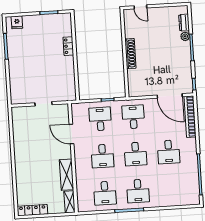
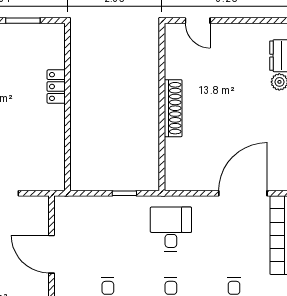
door: (170, 96) -> (243, 193), swing flipped
desk: (100, 119) -> (108, 229), removed

